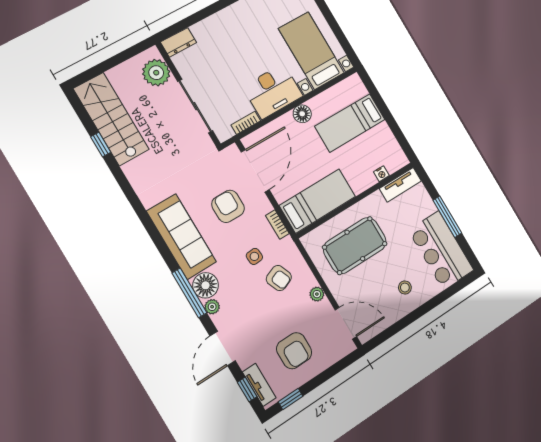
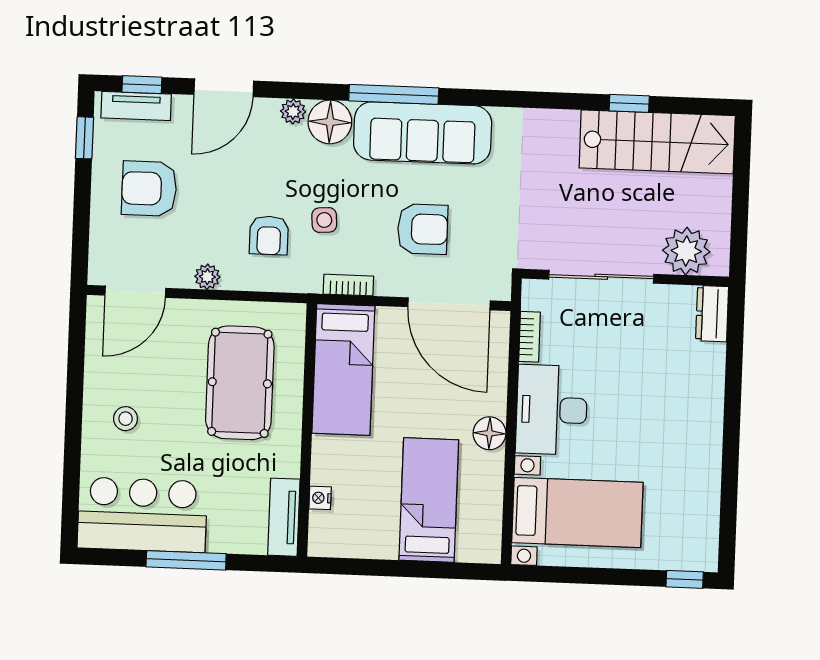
armchair: (279, 278) -> (269, 235), turned -68
window: (189, 293) -> (394, 94), moved
door: (223, 348) -> (224, 88), swing flipped

